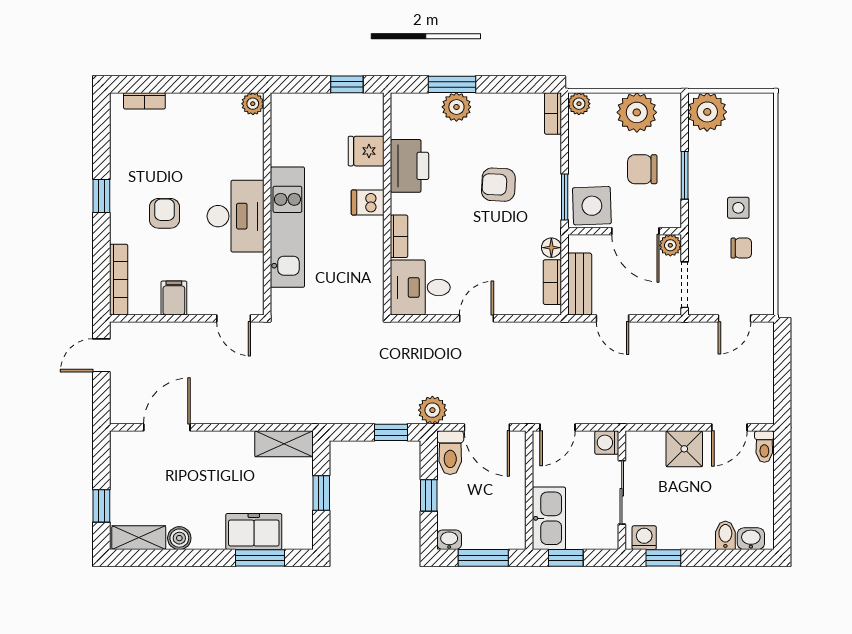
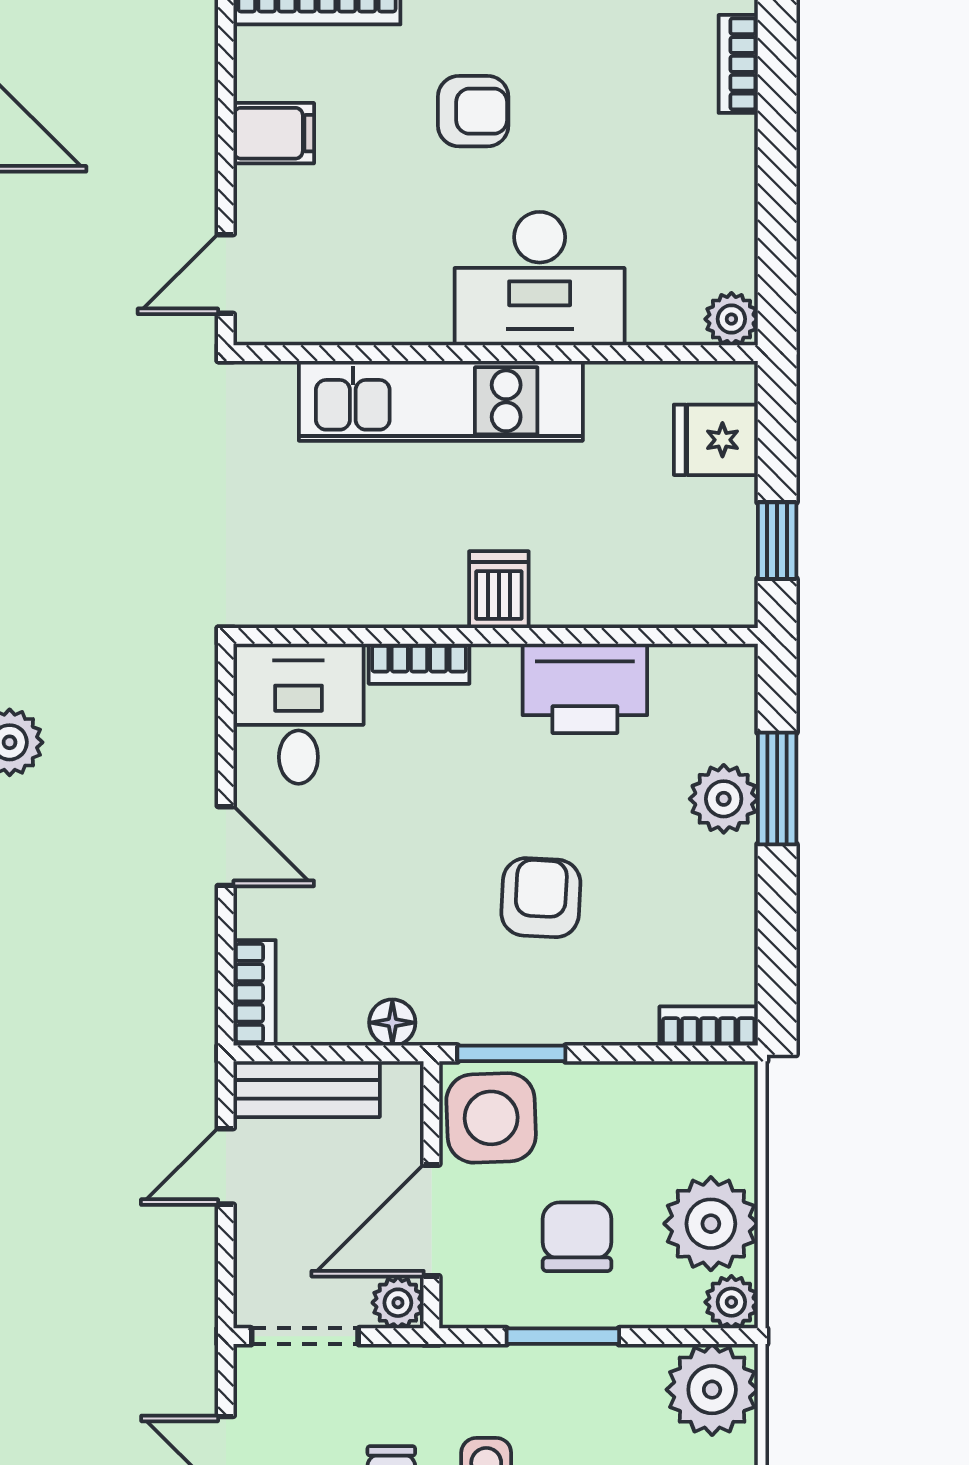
plant: (579, 104) -> (731, 1302), moved
fridge: (366, 151) -> (716, 440), moved, turned -90
desk: (236, 216) -> (540, 279), moved
bookcase: (552, 282) -> (255, 993), moved, turned 90

